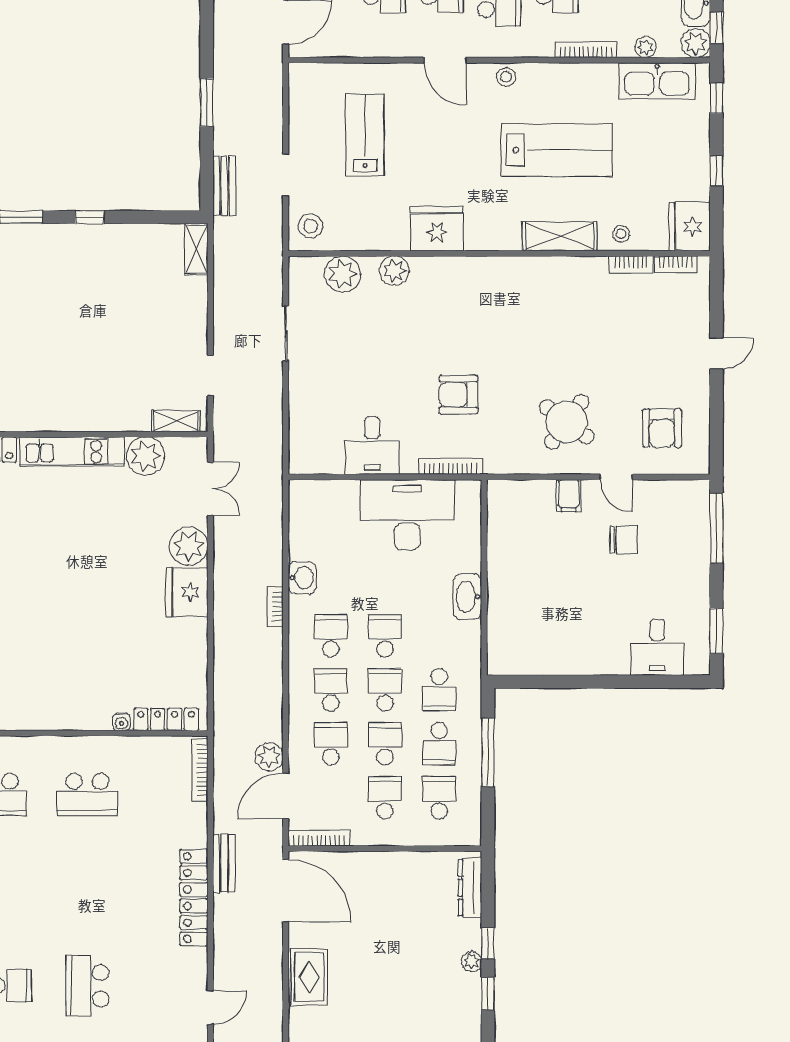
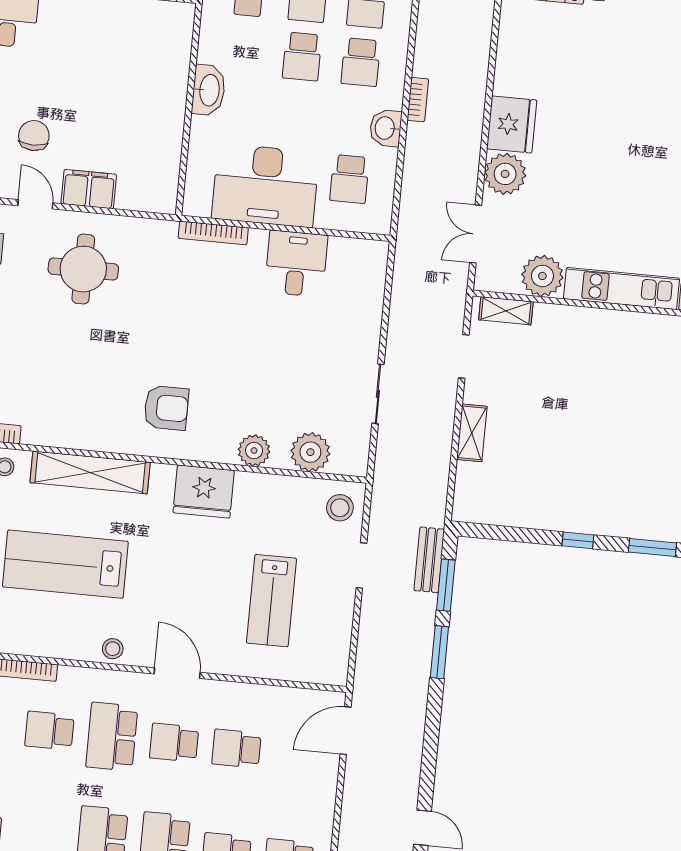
window: (207, 164) -> (446, 585), added
shelving: (560, 236) -> (90, 472), width x1.47
shelving: (196, 249) -> (472, 433), moved
armchair: (458, 395) -> (166, 408), moved
round table: (567, 422) -> (83, 269), turned -36
filing cabinet: (569, 496) -> (89, 189), width x2.00
school desk: (331, 528) -> (349, 179), added
chair: (624, 540) -> (34, 136), turned 90

